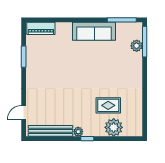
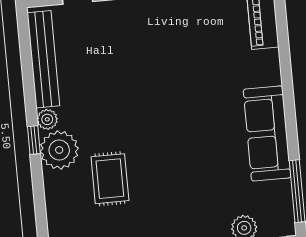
plant: (114, 127) -> (59, 150), moved

